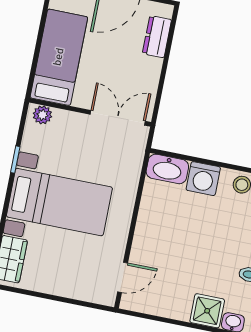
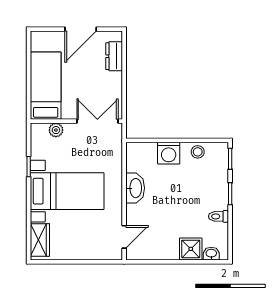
plant: (42, 115) -> (56, 130), moved
washbasin: (167, 169) -> (135, 188), moved, turned -90

